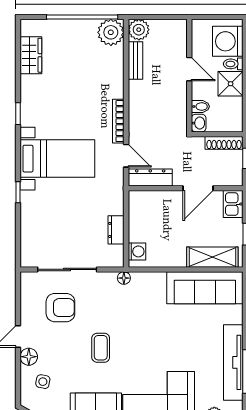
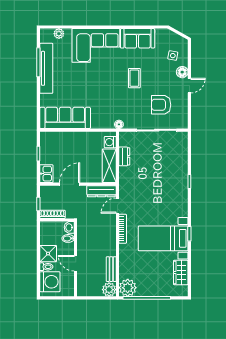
door: (126, 156) -> (117, 206), hinge flipped
bed with nightstands: (57, 159) -> (163, 238), moved
shelving: (212, 257) -> (109, 166), moved, turned 90

